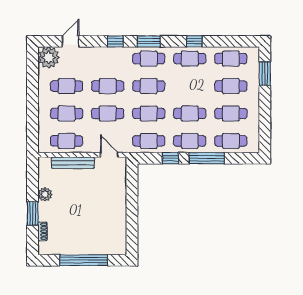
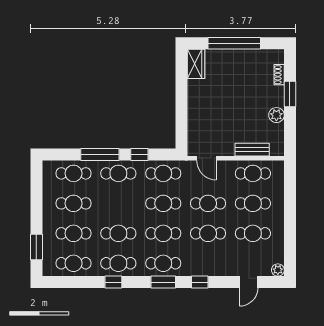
plant: (49, 57) -> (278, 270), width x0.53, depth x0.53
cafe table: (190, 113) -> (118, 233), moved
bench: (73, 163) -> (252, 150), width x0.73
wardrobe: (119, 241) -> (196, 64), added

